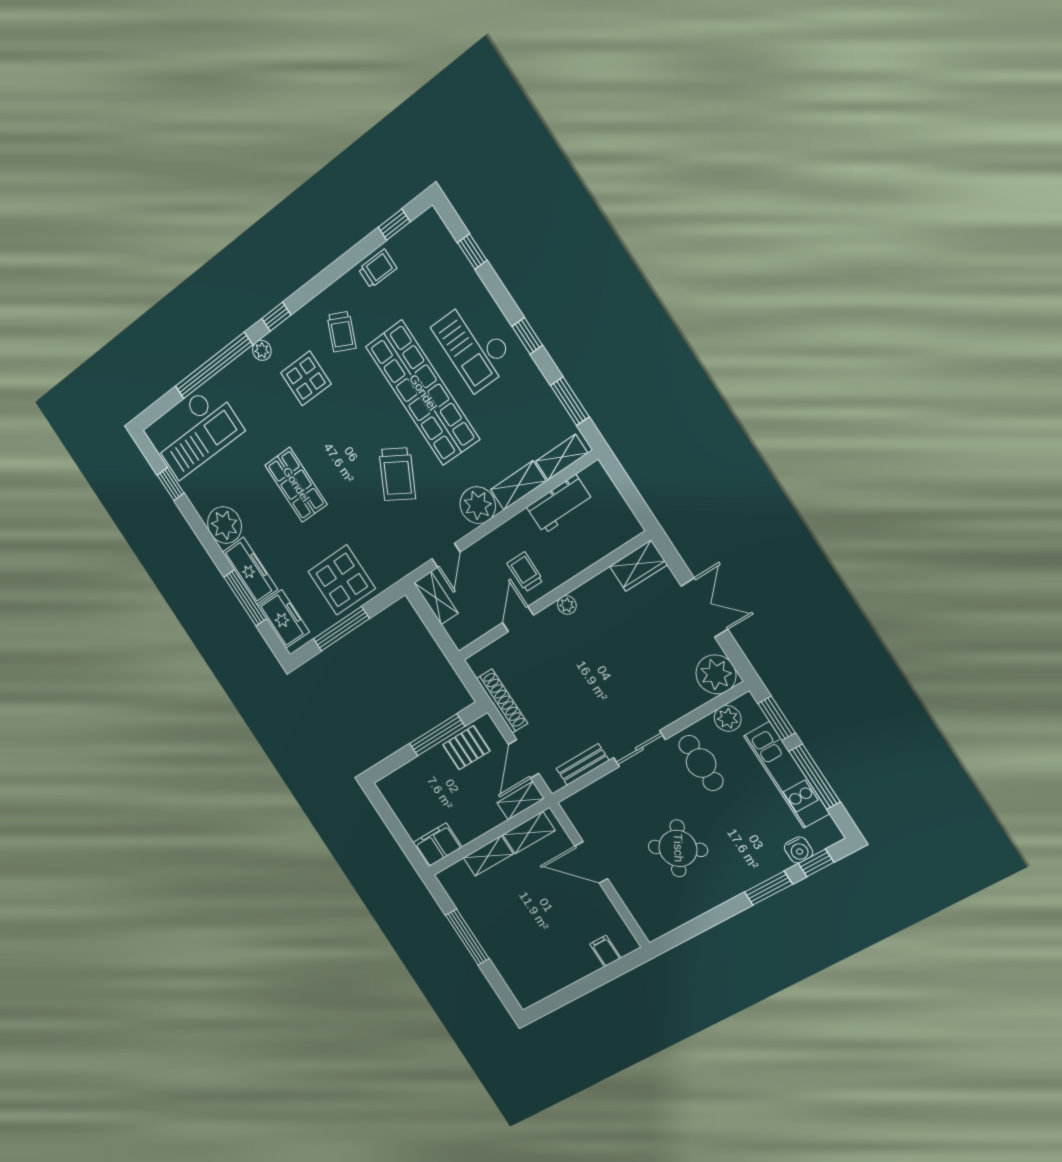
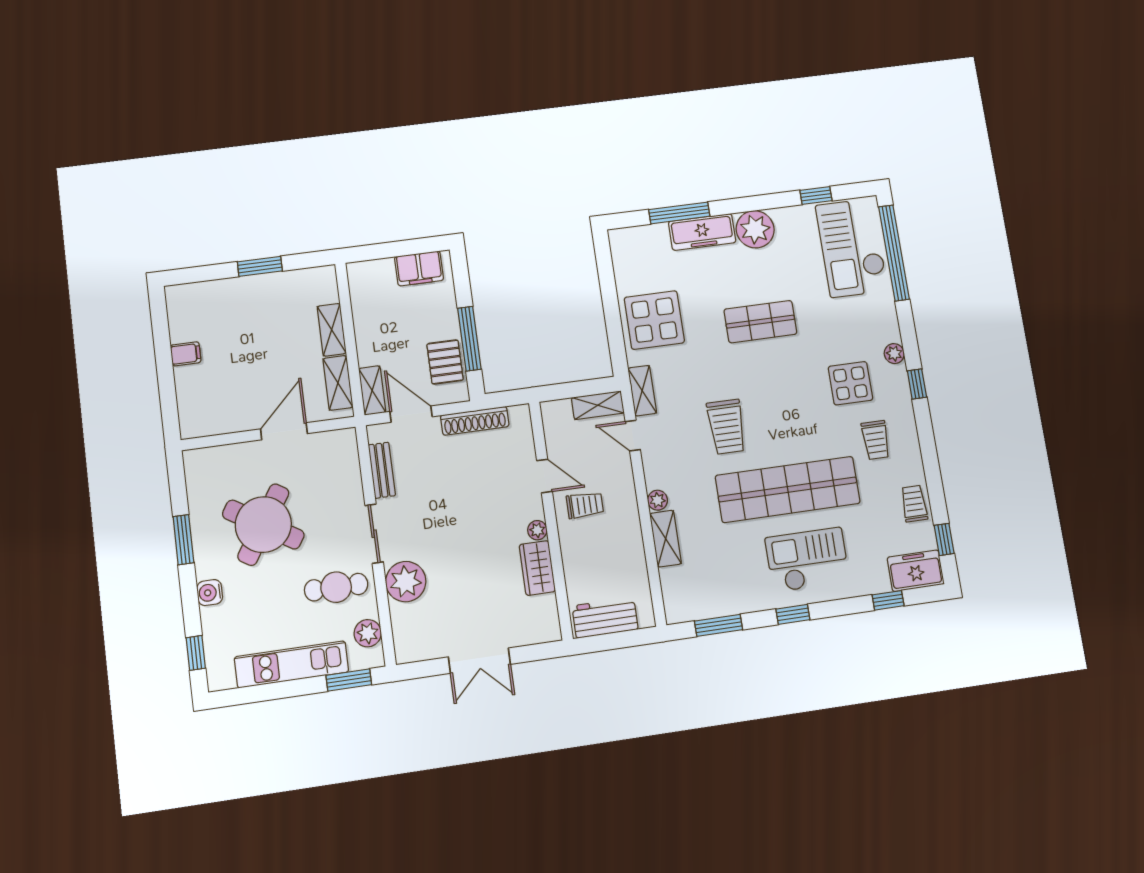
trolley: (378, 269) -> (914, 504), turned 180
trolley: (341, 332) -> (876, 440), turned -115
window: (214, 366) -> (894, 253), moved
shelving: (562, 457) -> (642, 391), moved
trolley: (397, 474) -> (726, 427), turned -119
workbench: (560, 504) -> (605, 618), moved, turned 90
plant: (478, 505) -> (658, 500), width x0.53, depth x0.53
wardrobe: (638, 566) -> (537, 568), moved
freezer: (284, 619) -> (916, 571), moved, turned 180
window: (341, 629) -> (609, 295), removed
plant: (716, 674) -> (406, 582), moved
window: (815, 777) -> (279, 690), removed
filing cabinet: (437, 845) -> (419, 268), moved, turned 90
round table: (678, 848) -> (263, 525), width x1.36, depth x1.36
water cooler: (799, 850) -> (210, 593), moved
window: (769, 888) -> (183, 540), moved
window: (467, 937) -> (260, 266), width x0.69
filing cabinet: (605, 951) -> (186, 354), moved

